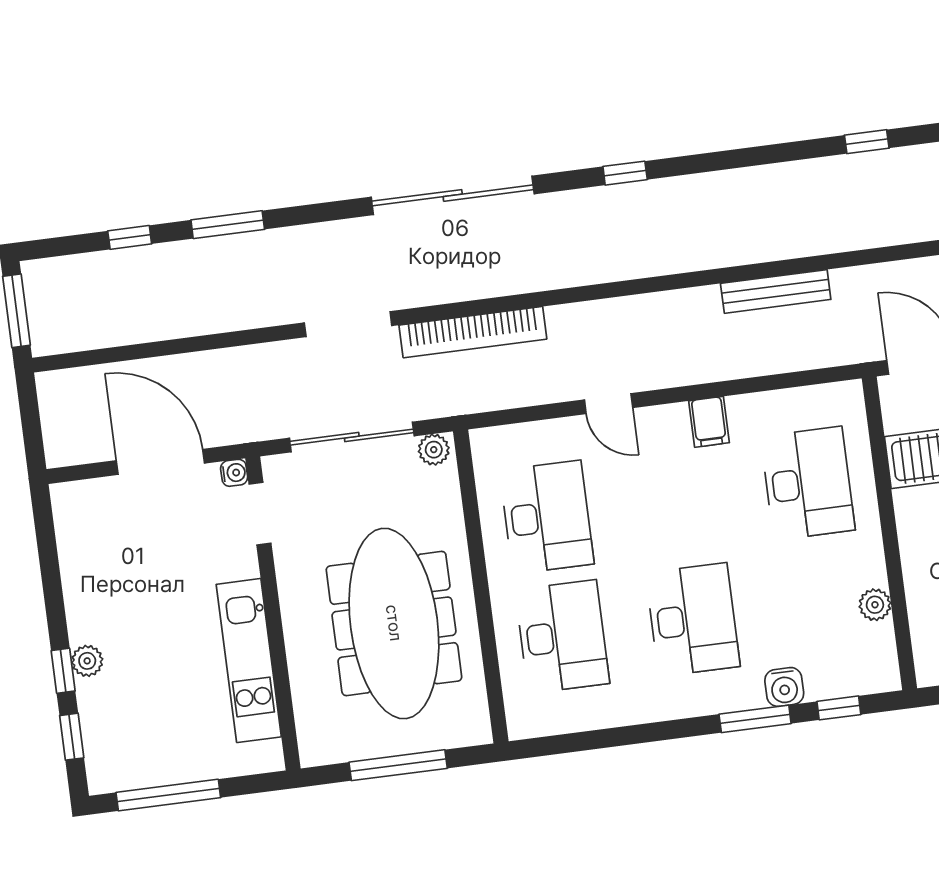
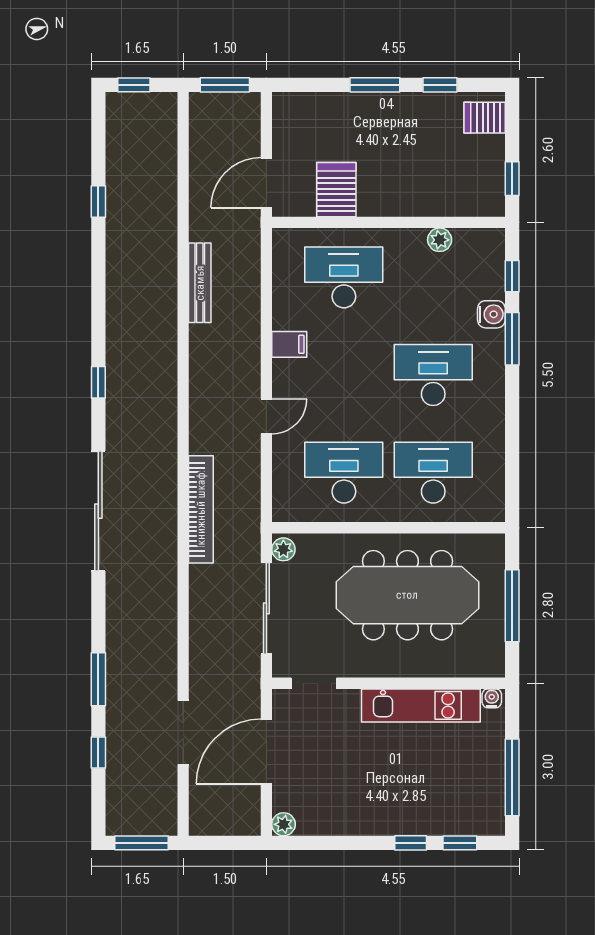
doorway: (348, 324) -> (183, 733), moved
water cooler: (234, 473) -> (492, 698), moved
plant: (87, 661) -> (284, 824), moved

